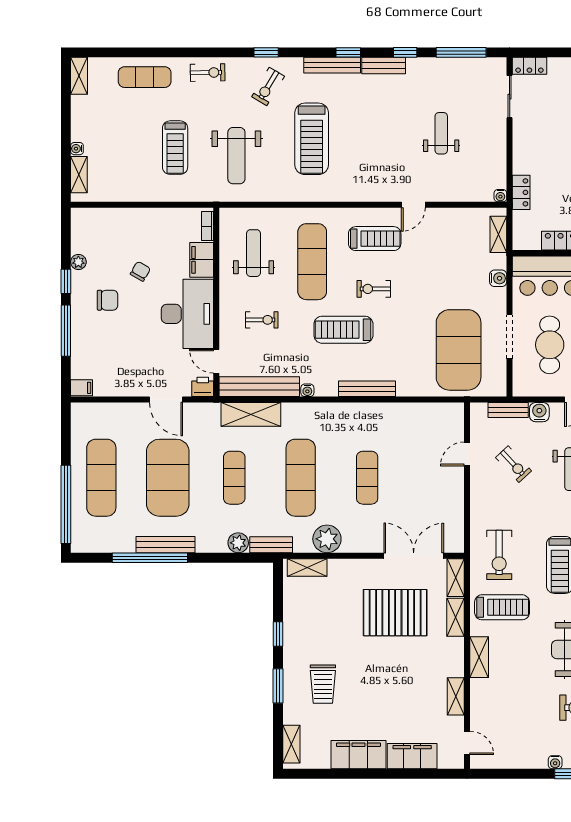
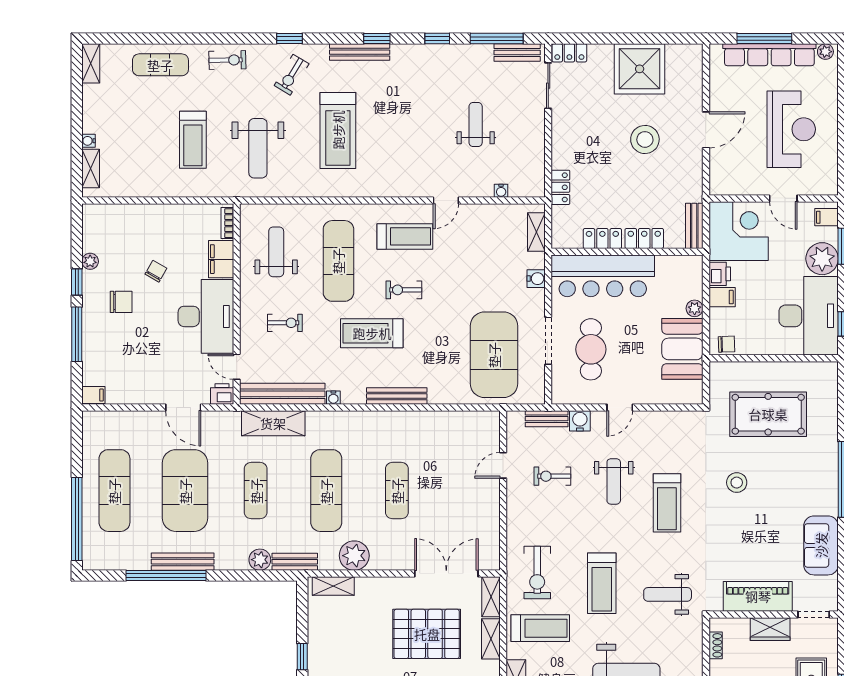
bench: (384, 65) -> (517, 53), moved
water cooler: (500, 196) -> (501, 191), moved
exercise bike: (514, 464) -> (552, 476), turned 133

